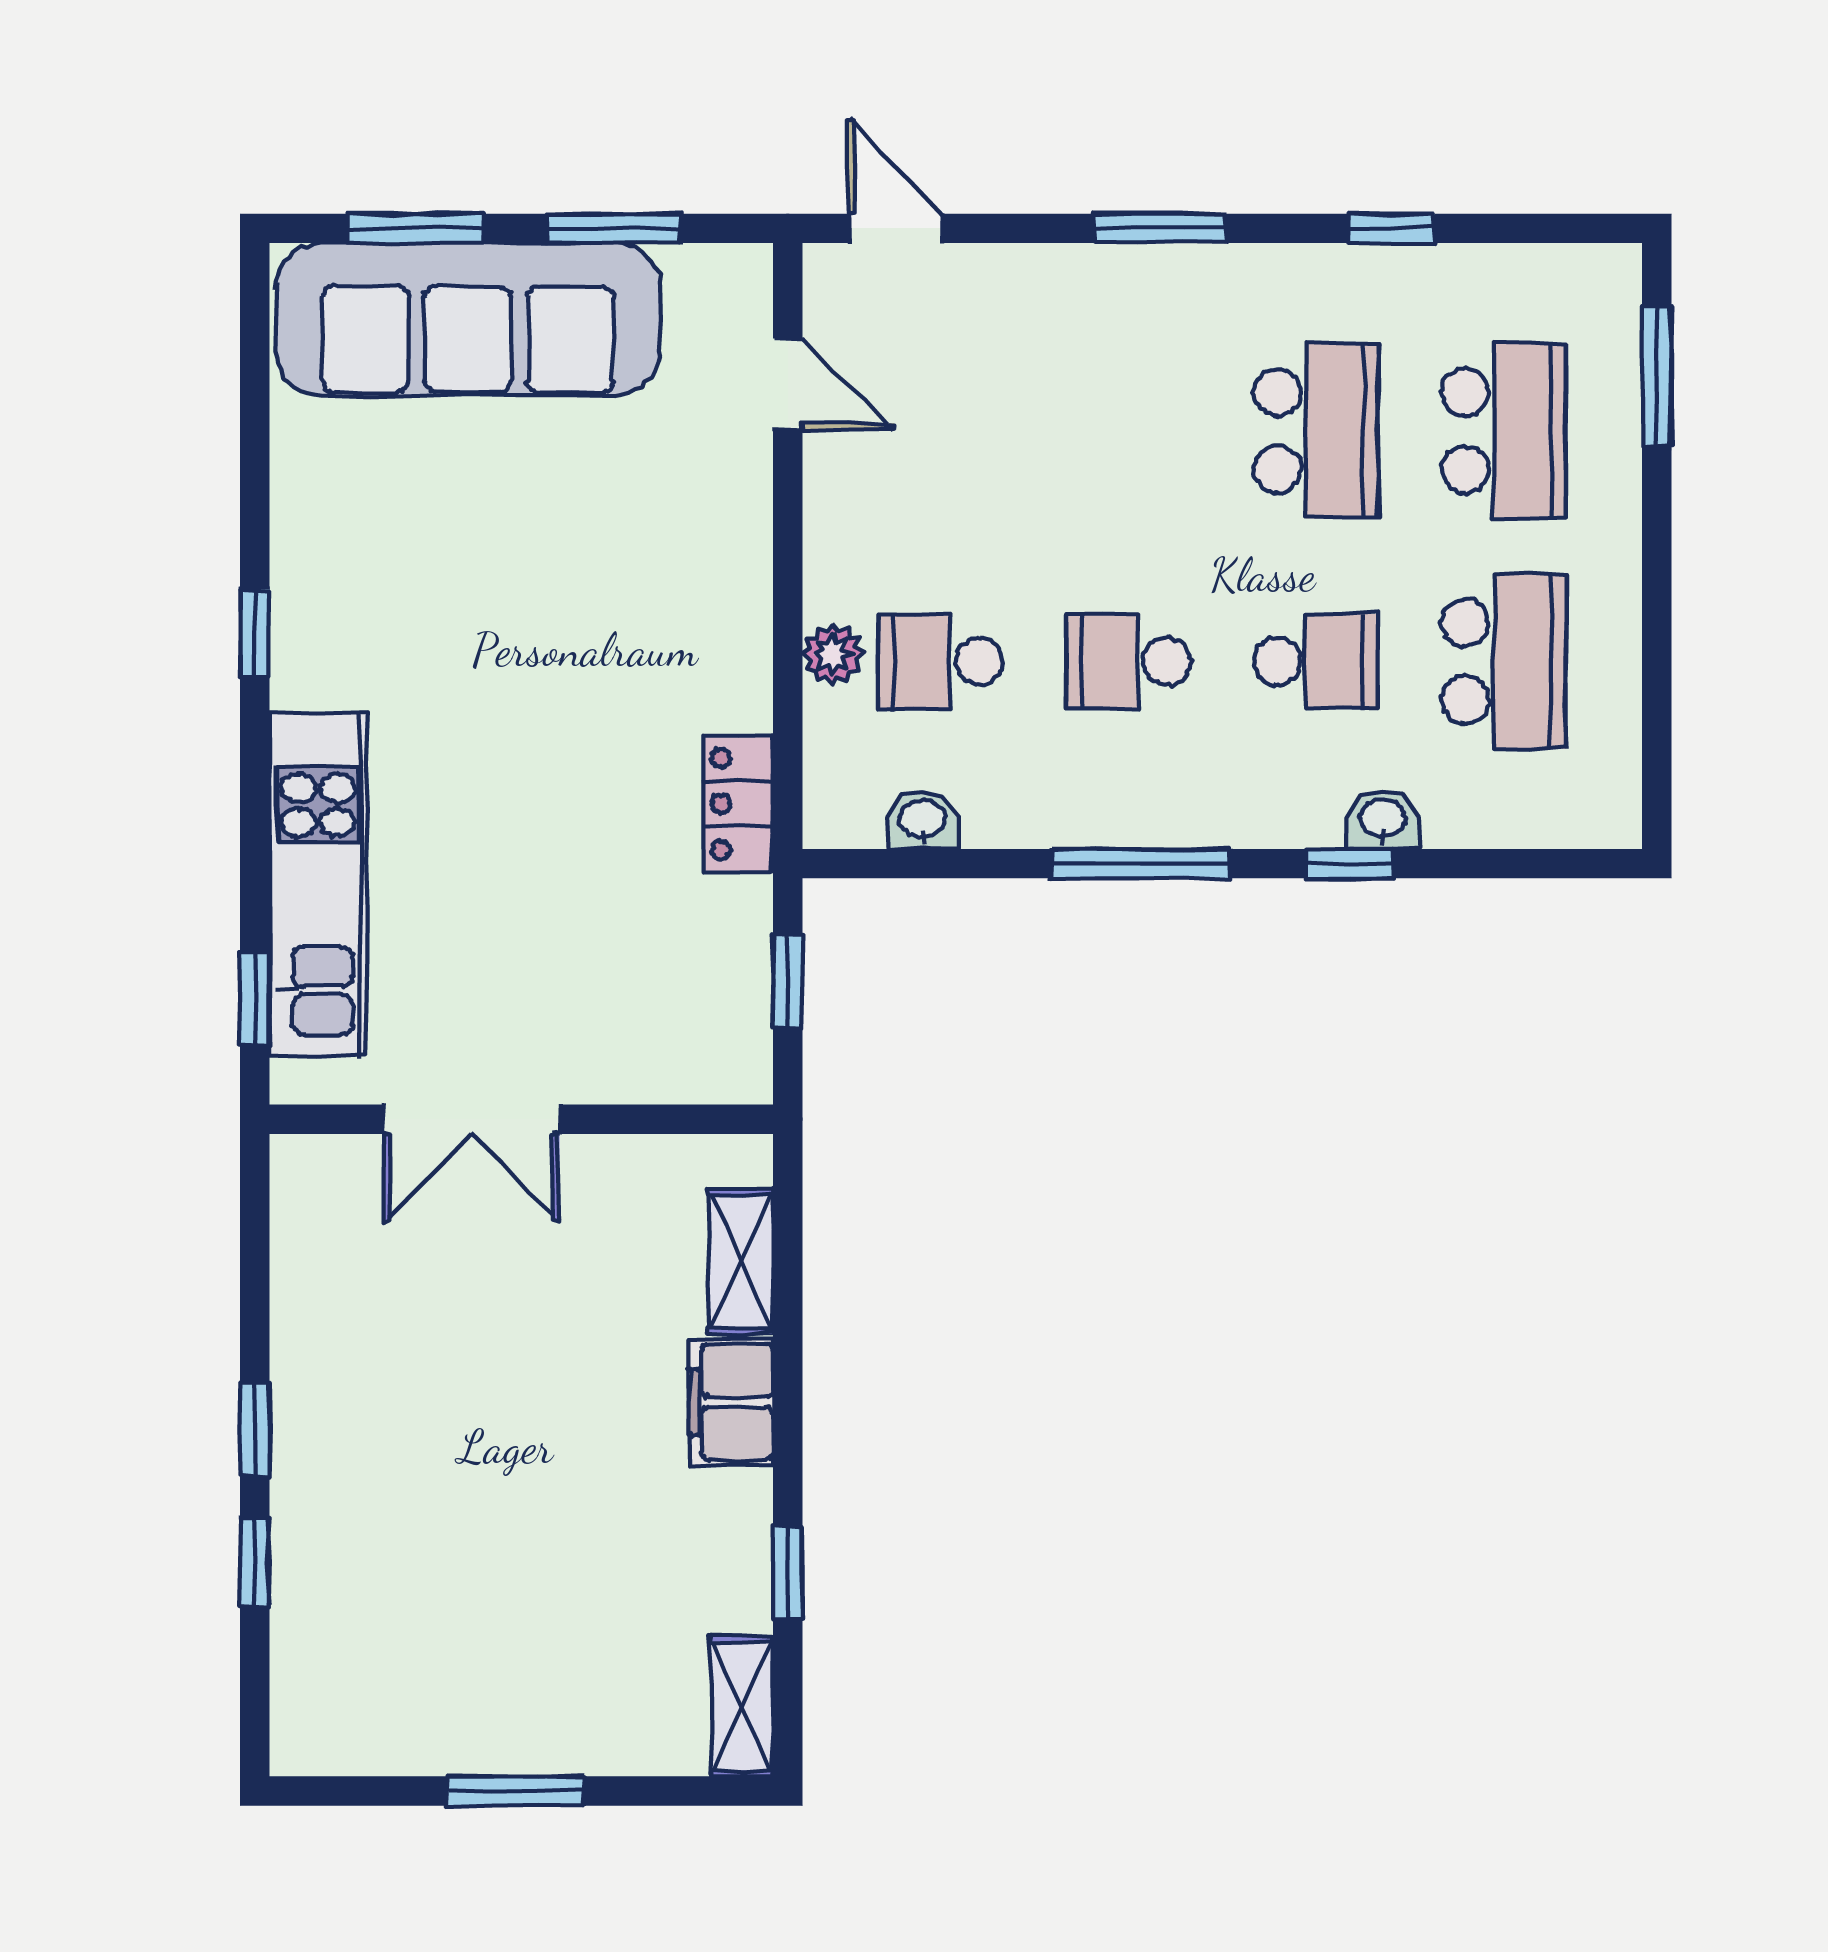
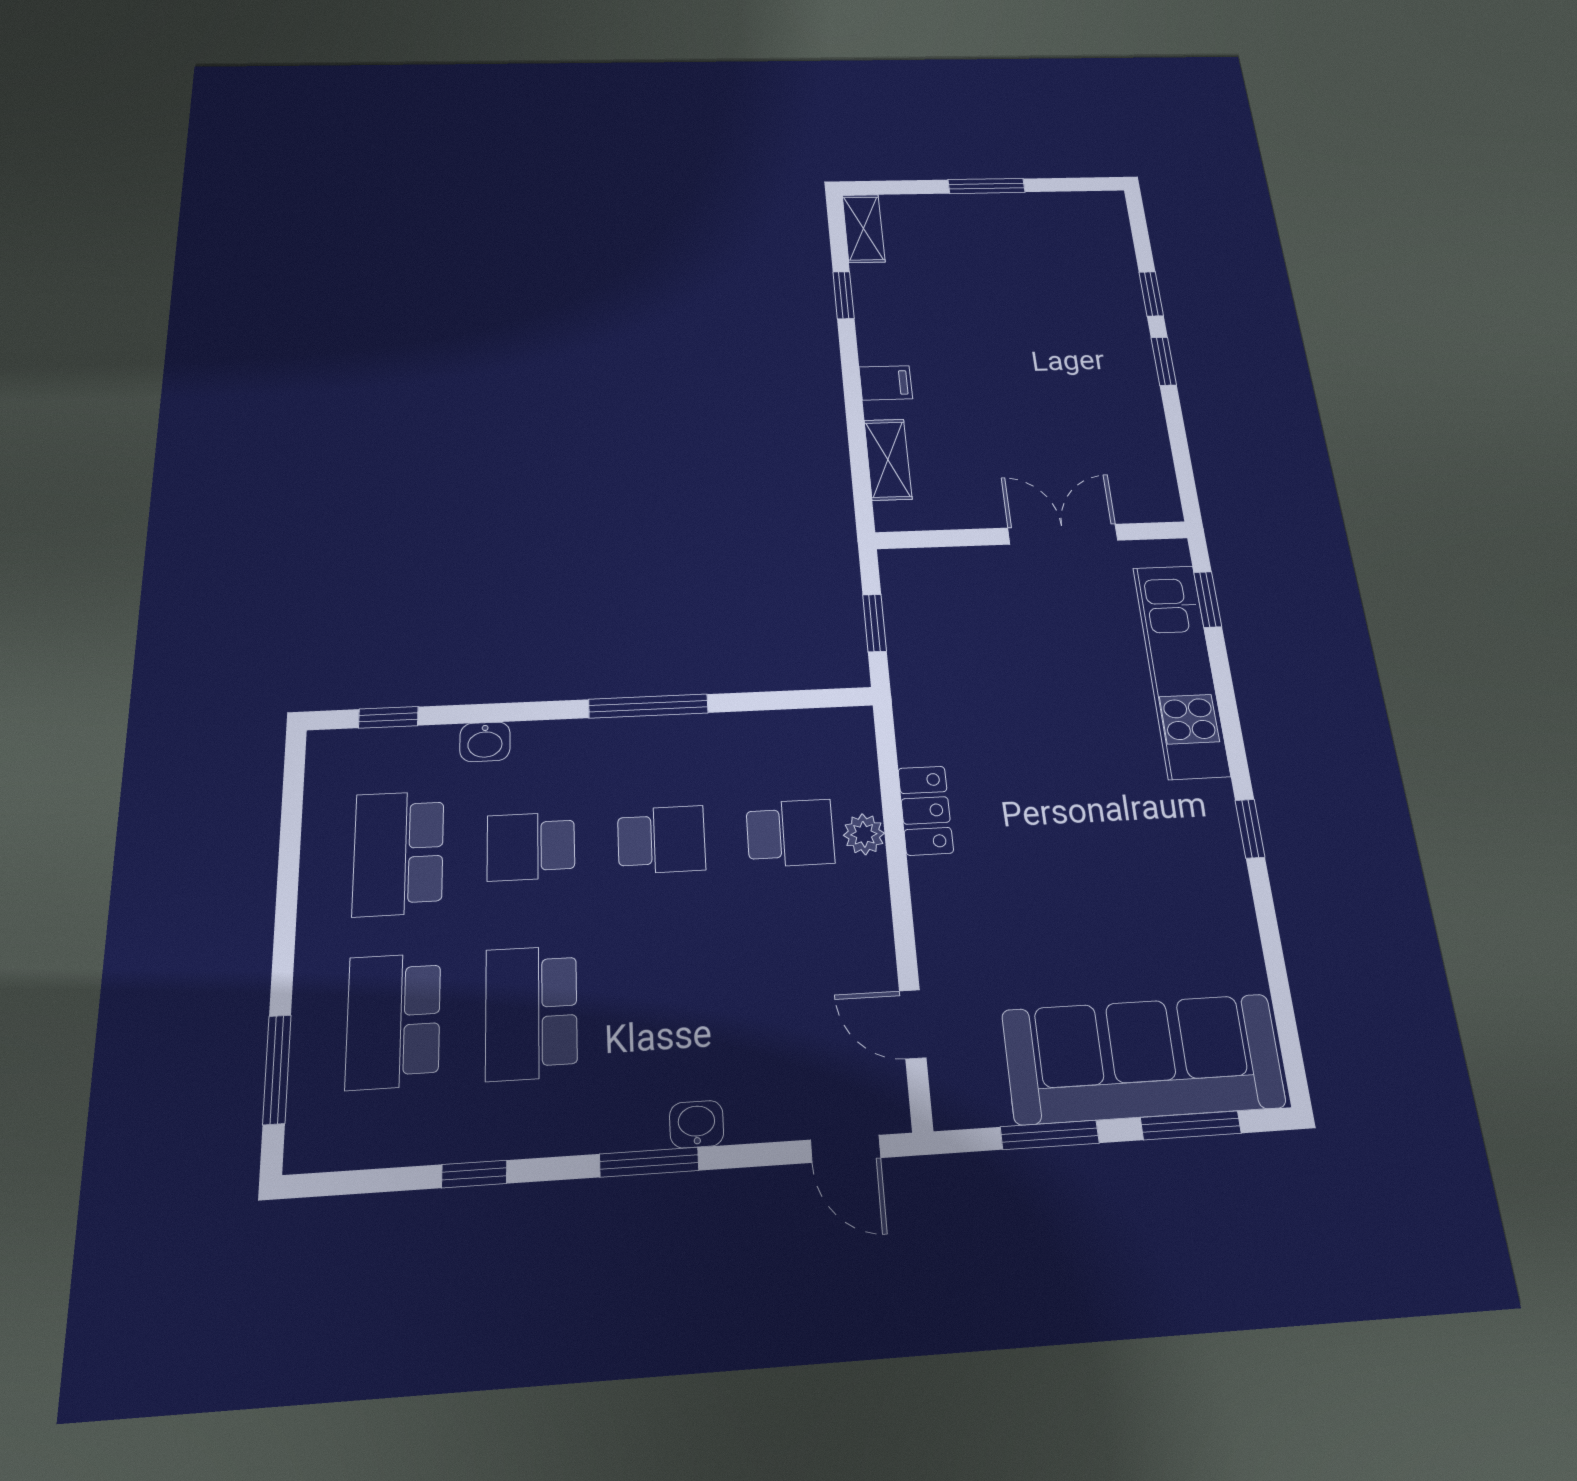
locker: (738, 804) -> (926, 810), moved
washbasin: (923, 820) -> (697, 1124), moved, turned 180
window: (1351, 864) -> (388, 717), moved
filing cabinet: (731, 1402) -> (886, 383), width x0.50

